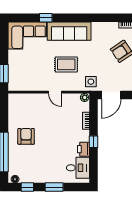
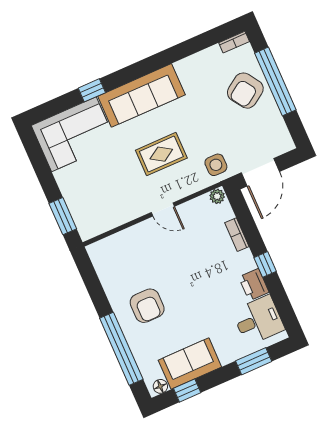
armchair: (26, 136) -> (147, 306), turned 180
sofa: (35, 174) -> (190, 364), added
window: (54, 187) -> (254, 361), moved

